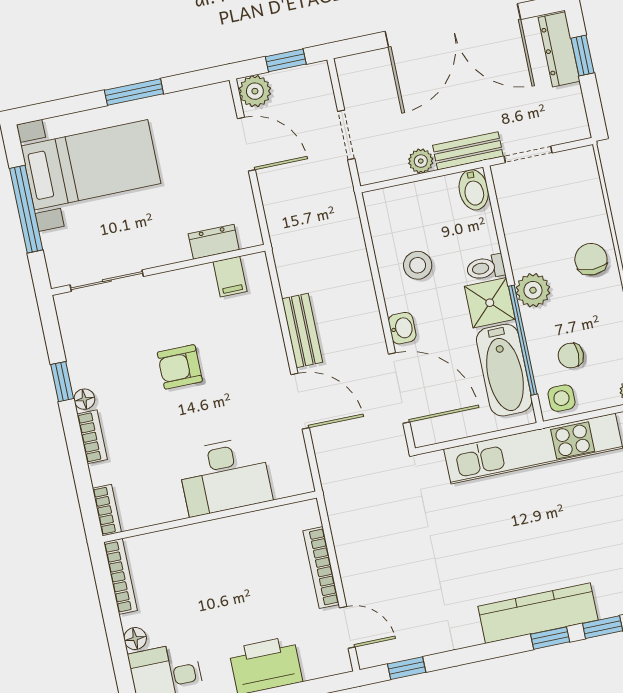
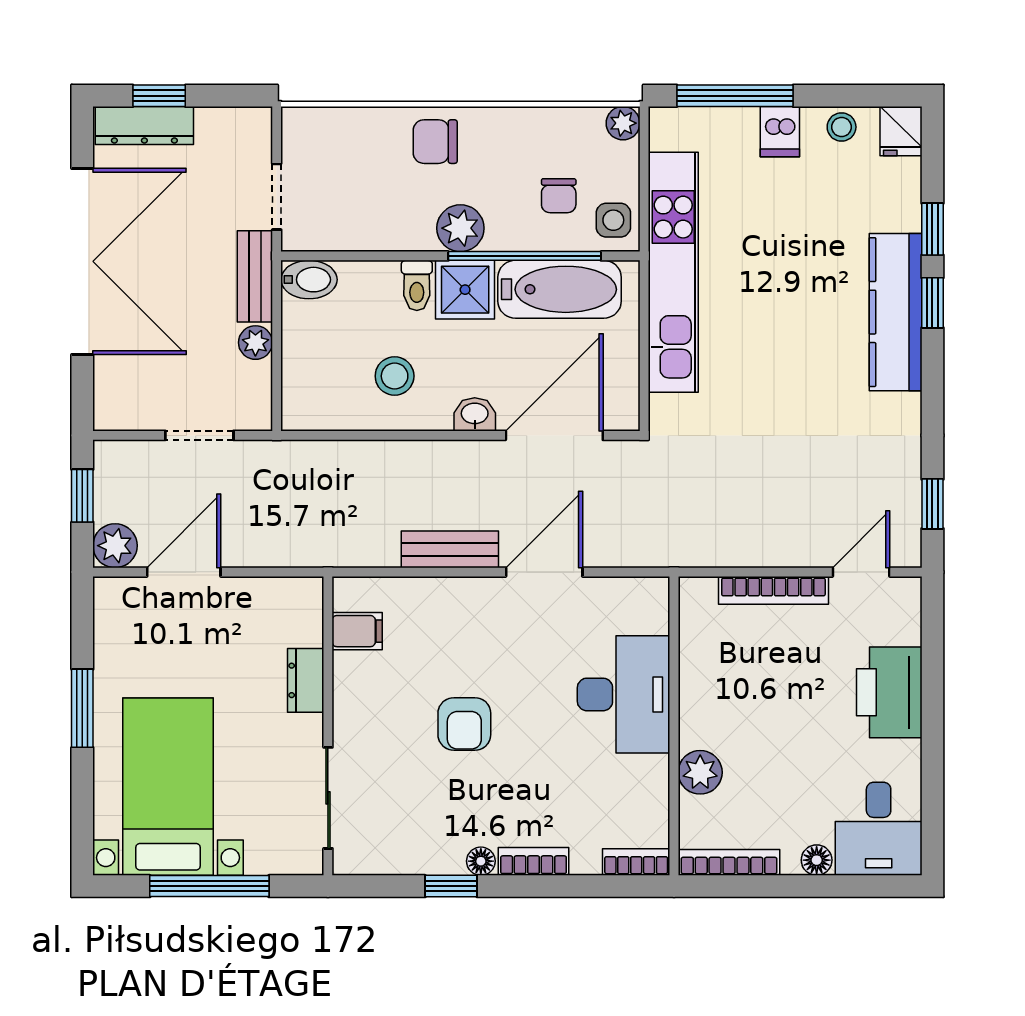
dresser: (214, 242) -> (306, 680), moved
plant: (180, 542) -> (700, 772), added

